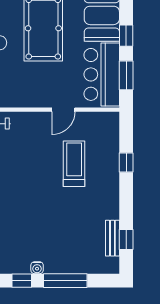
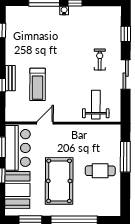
bench: (112, 238) -> (10, 78), moved

